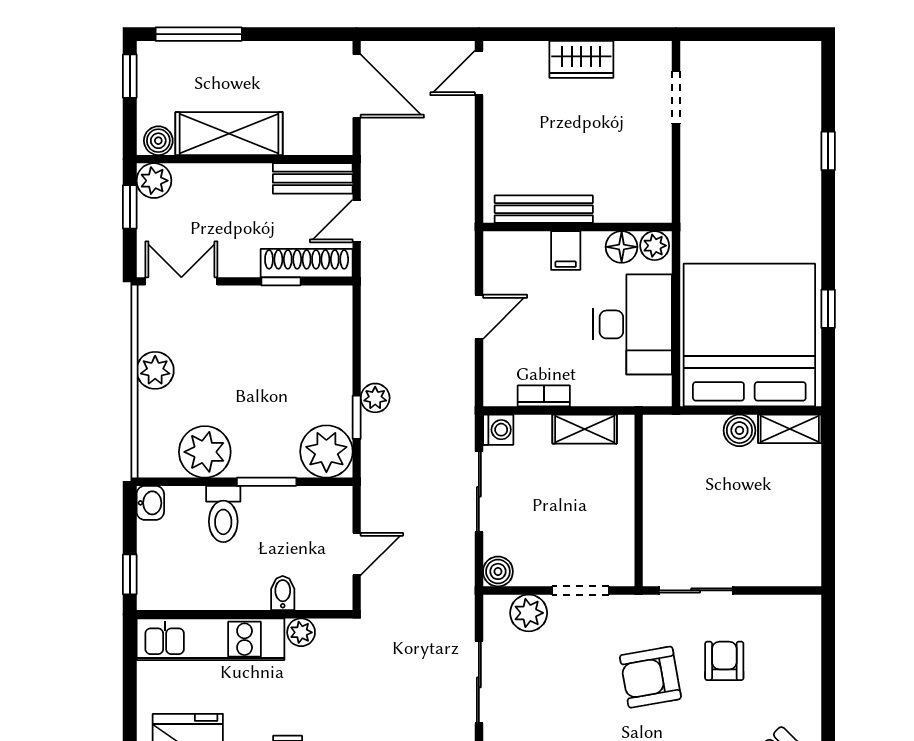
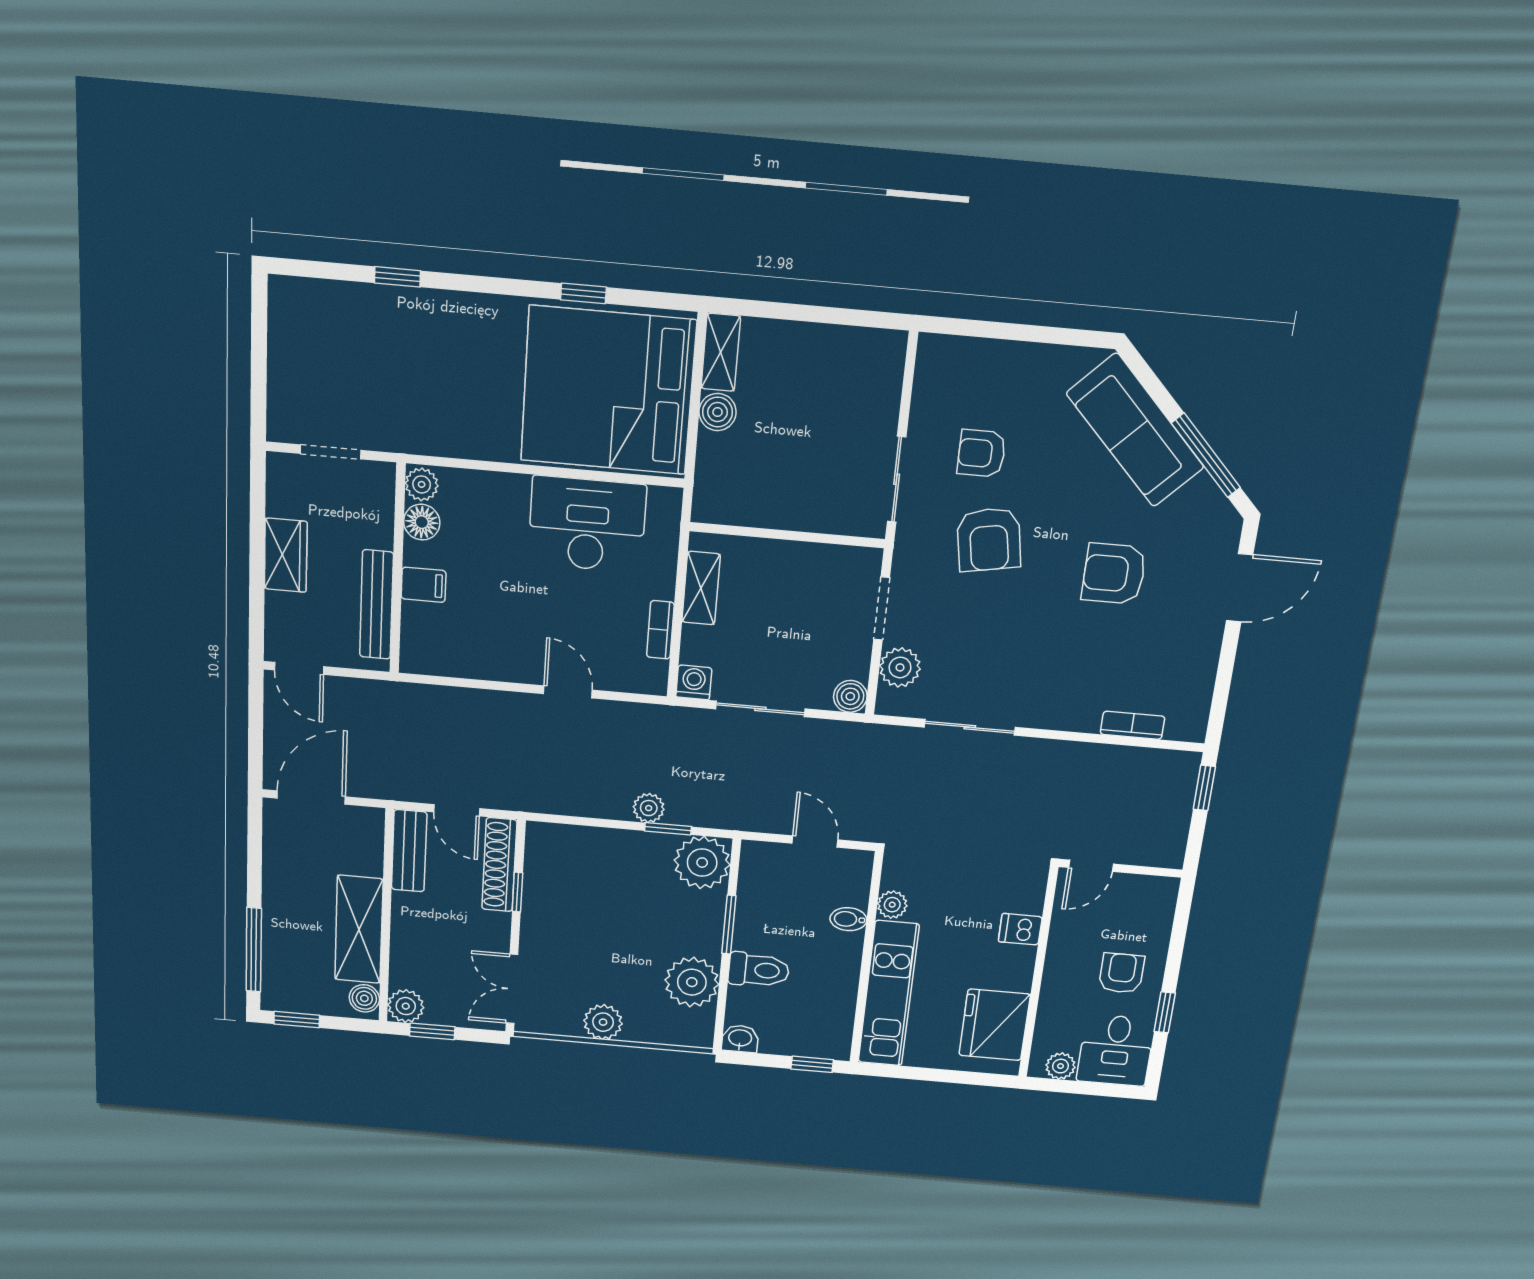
bench: (544, 209) -> (376, 605), moved
wall: (577, 227) -> (398, 569), moved
plant: (655, 246) -> (422, 484), moved
floor lamp: (622, 247) -> (422, 522), moved
filing cabinet: (566, 251) -> (424, 585), moved

